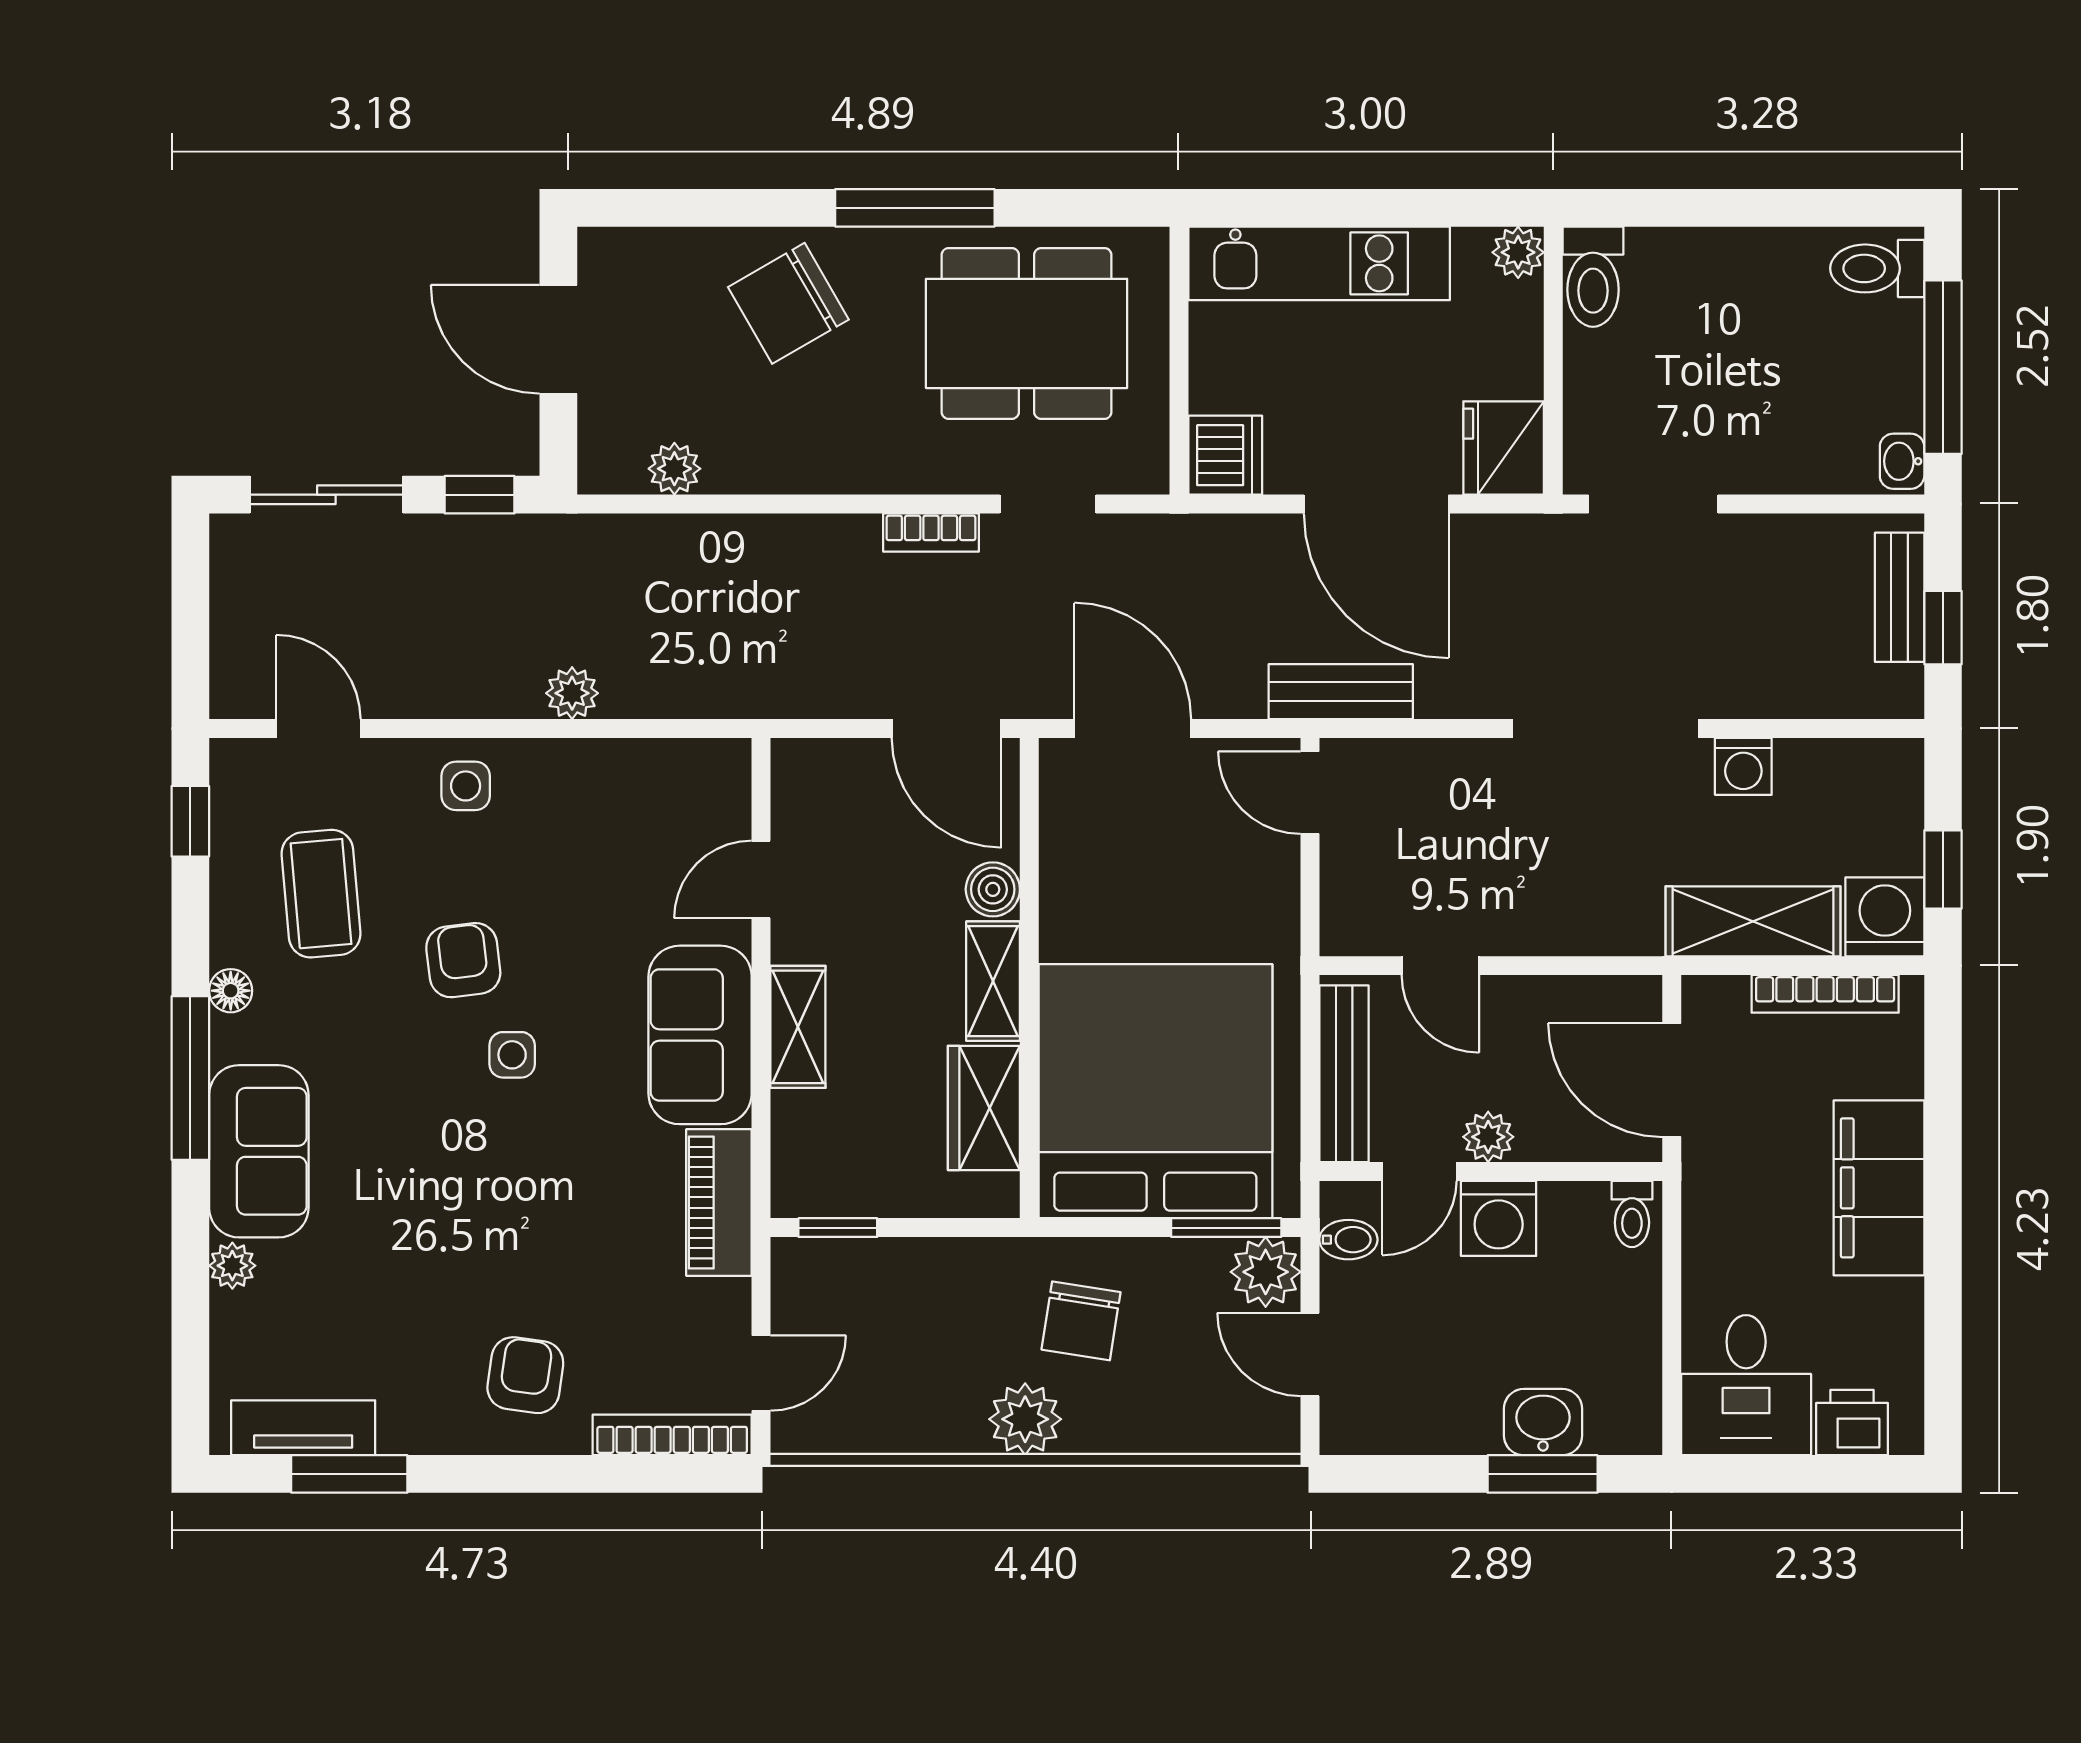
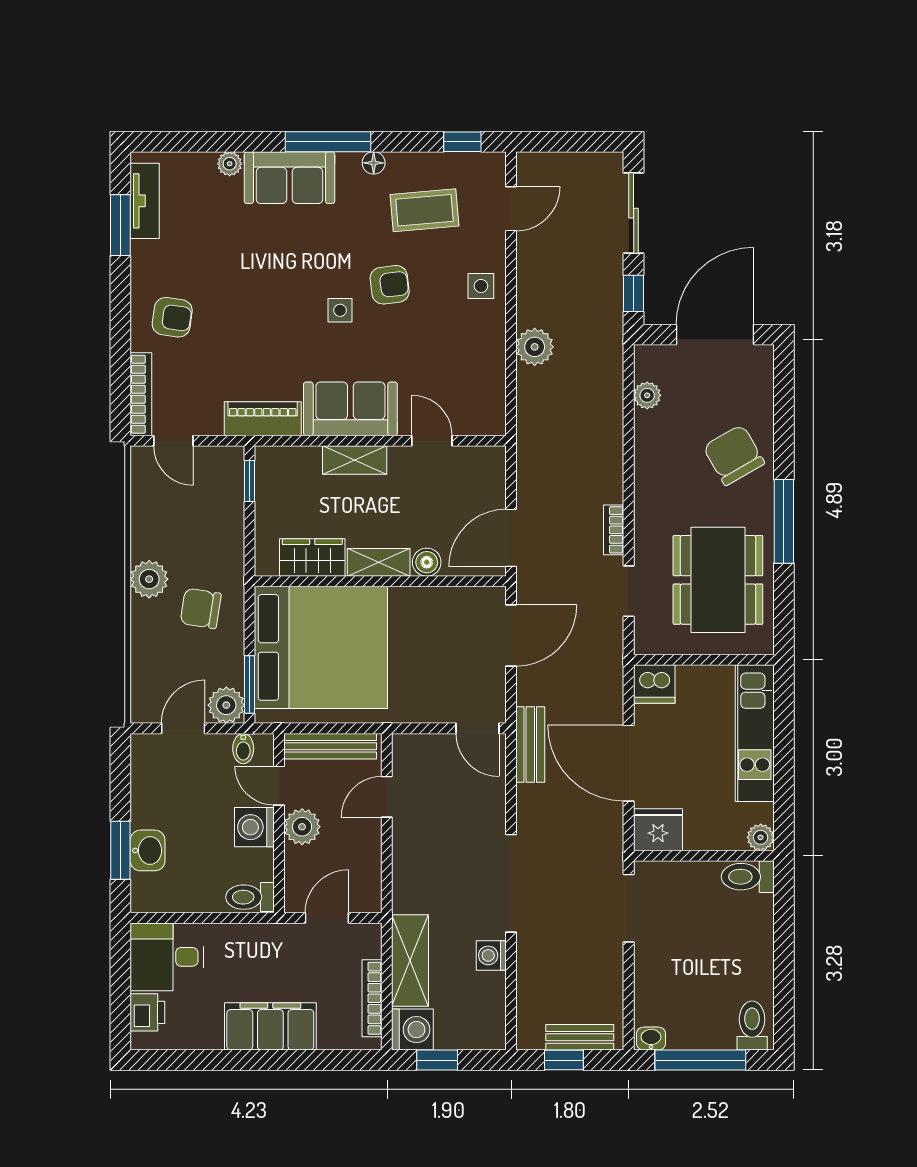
door: (558, 339) -> (715, 335), width x1.36
door: (1376, 504) -> (629, 763), hinge flipped
plant: (572, 693) -> (535, 347), width x1.38, depth x1.38
door: (1310, 793) -> (477, 728), swing flipped
door: (1672, 1080) -> (327, 918), width x0.73
plant: (1488, 1137) -> (302, 827), width x1.38, depth x1.38
toilet: (1632, 1214) -> (250, 897), width x1.37, depth x1.39

